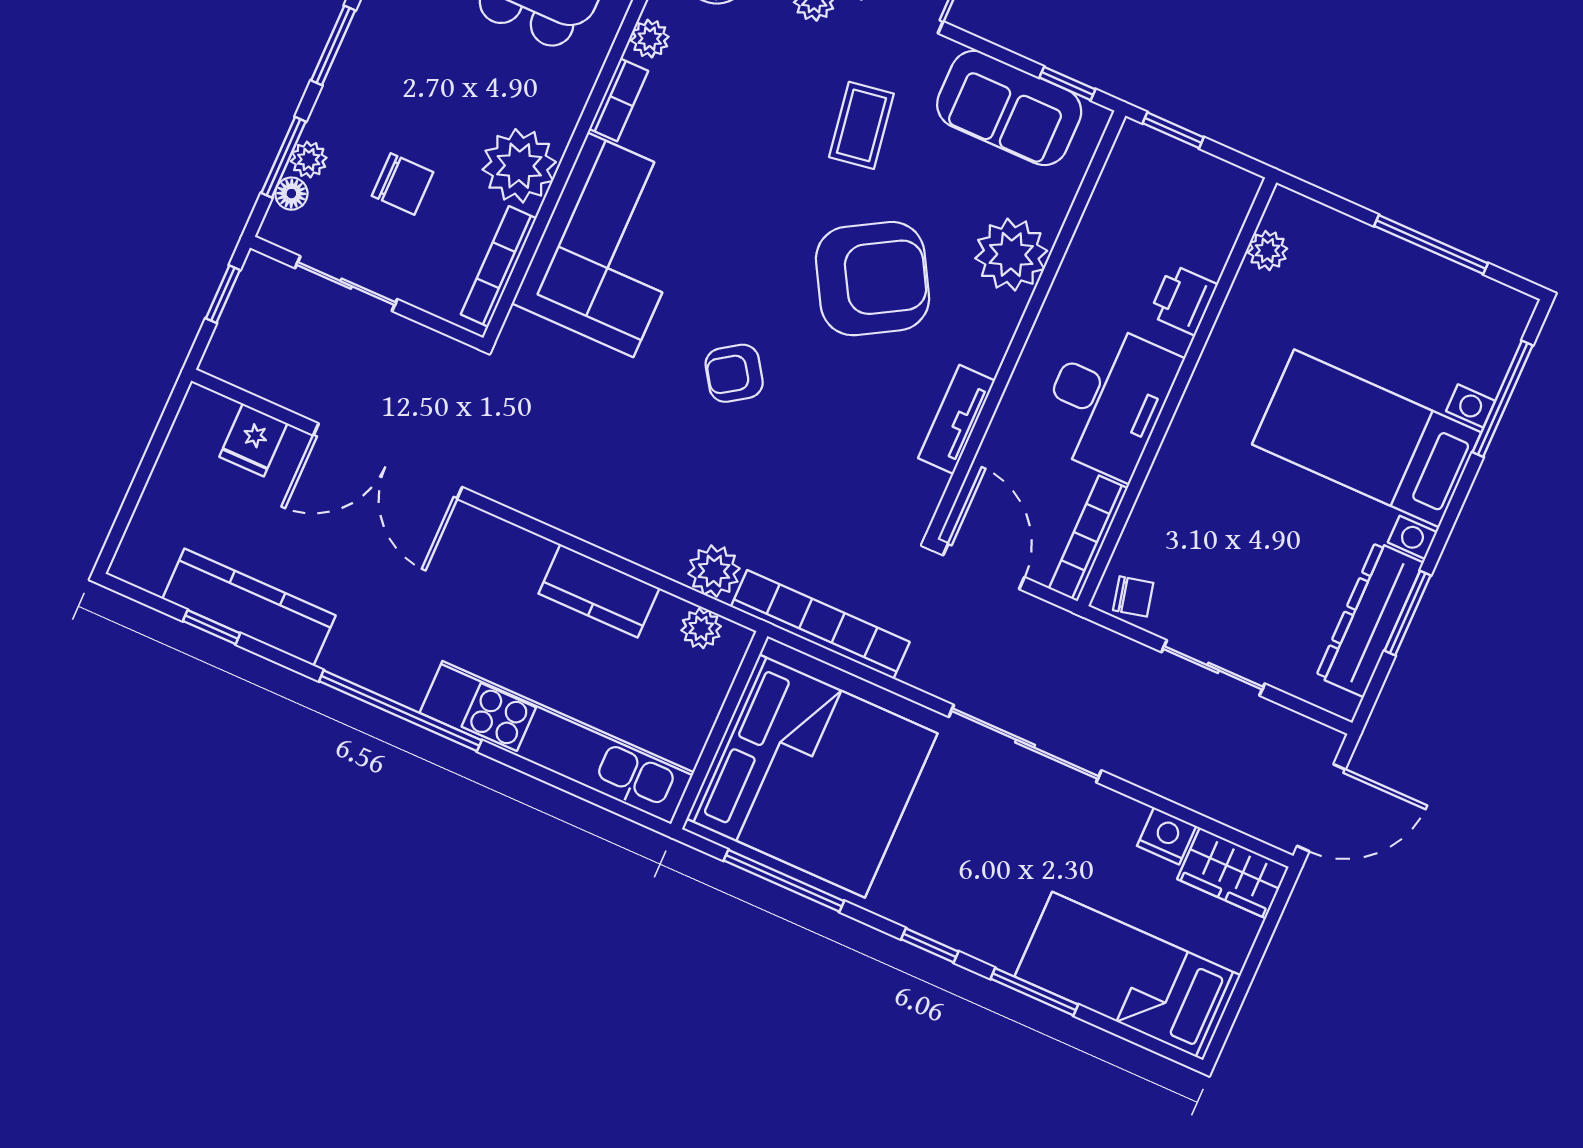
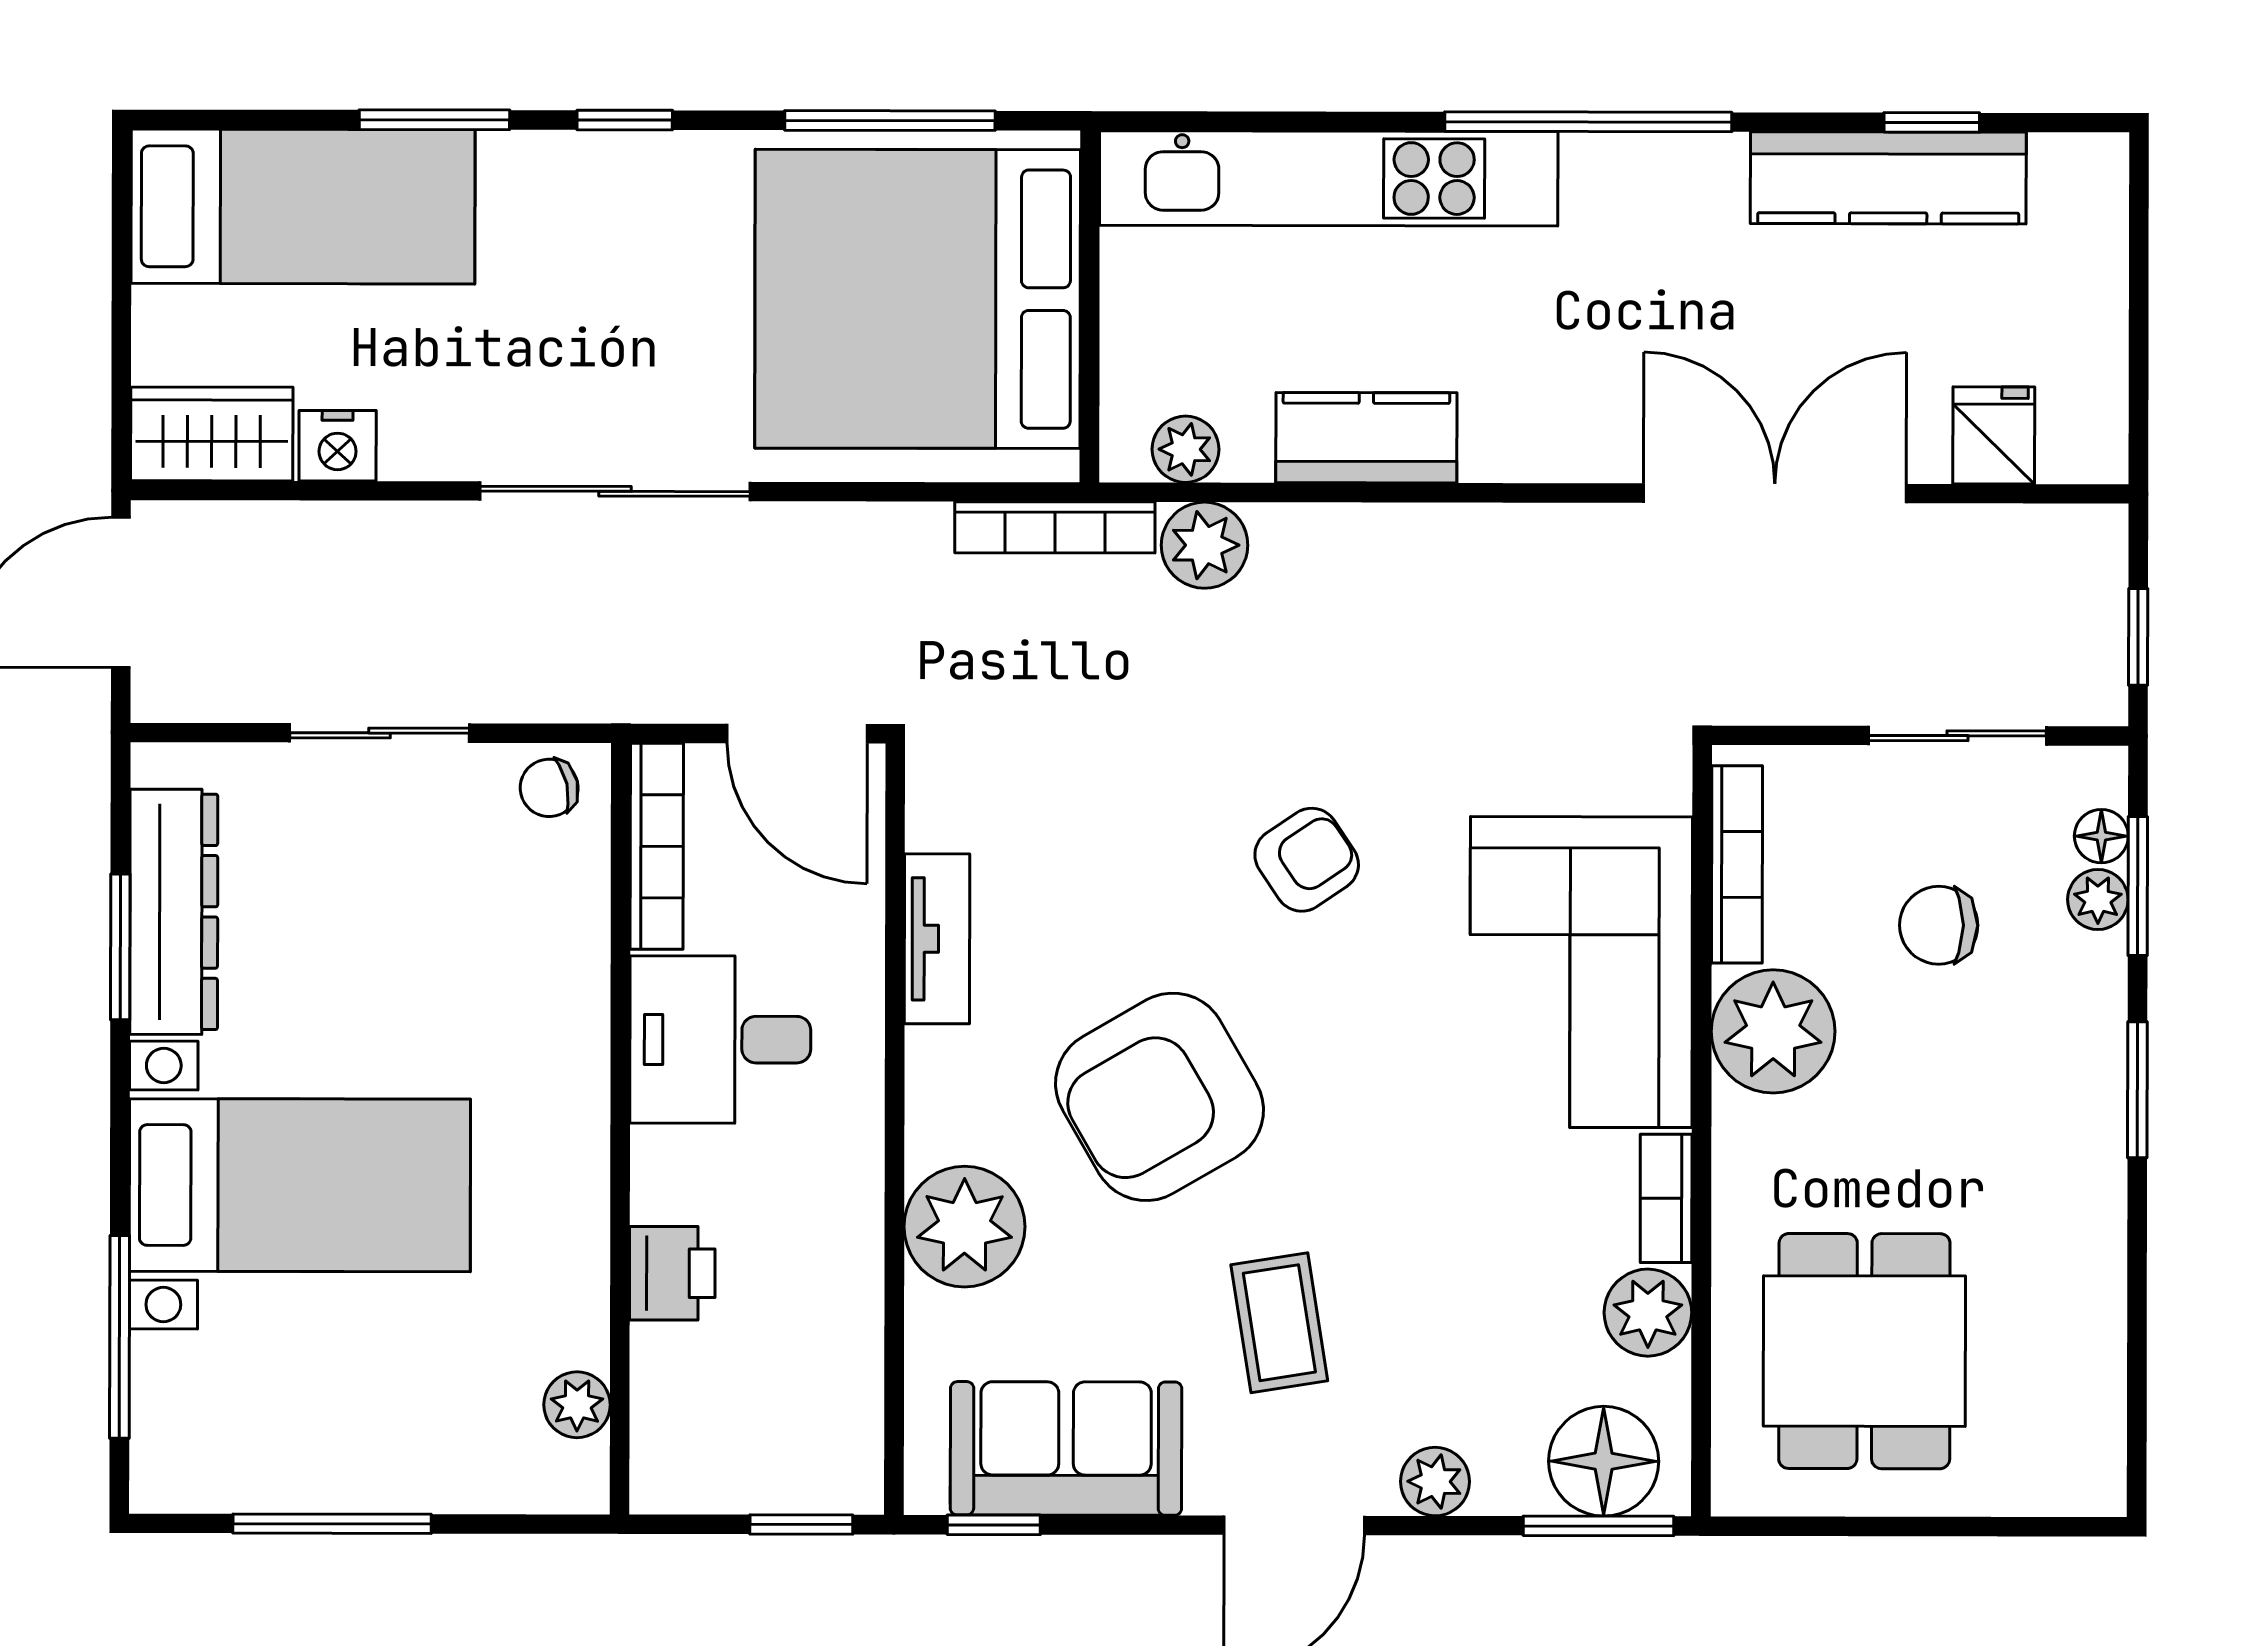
plant: (650, 39) -> (1648, 1313), width x1.38, depth x1.38
desk: (1108, 399) -> (720, 1040), width x0.73
bookcase: (820, 624) -> (1055, 527), width x0.68, depth x0.76

